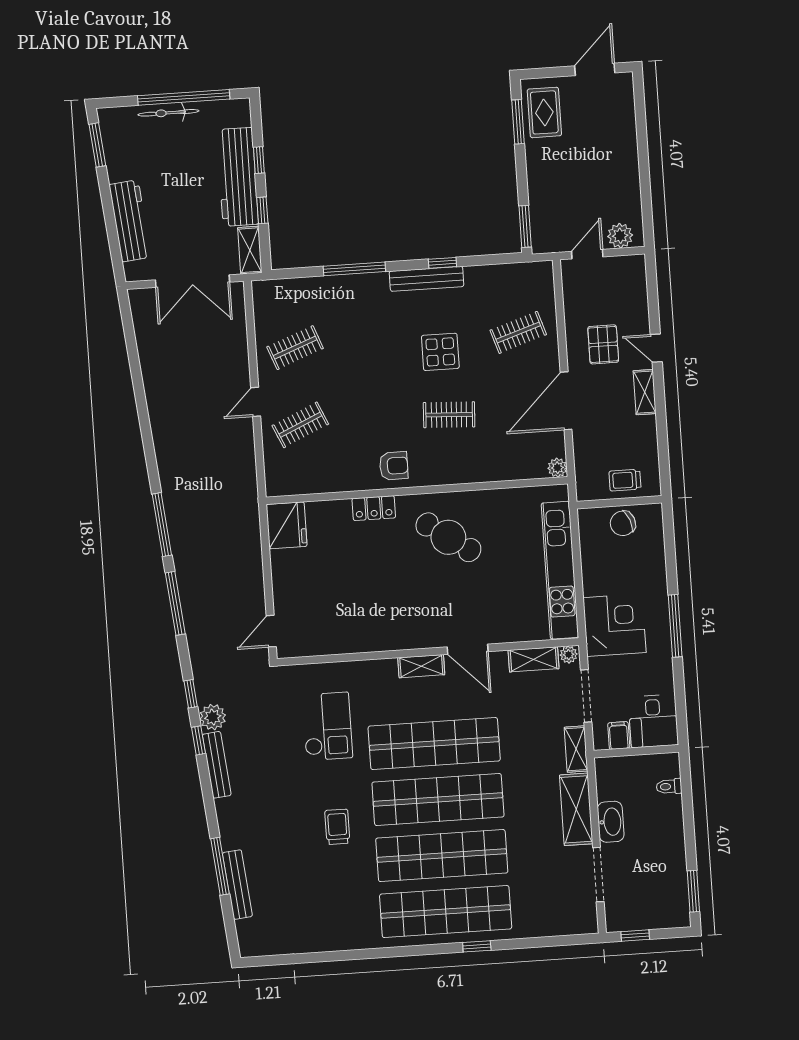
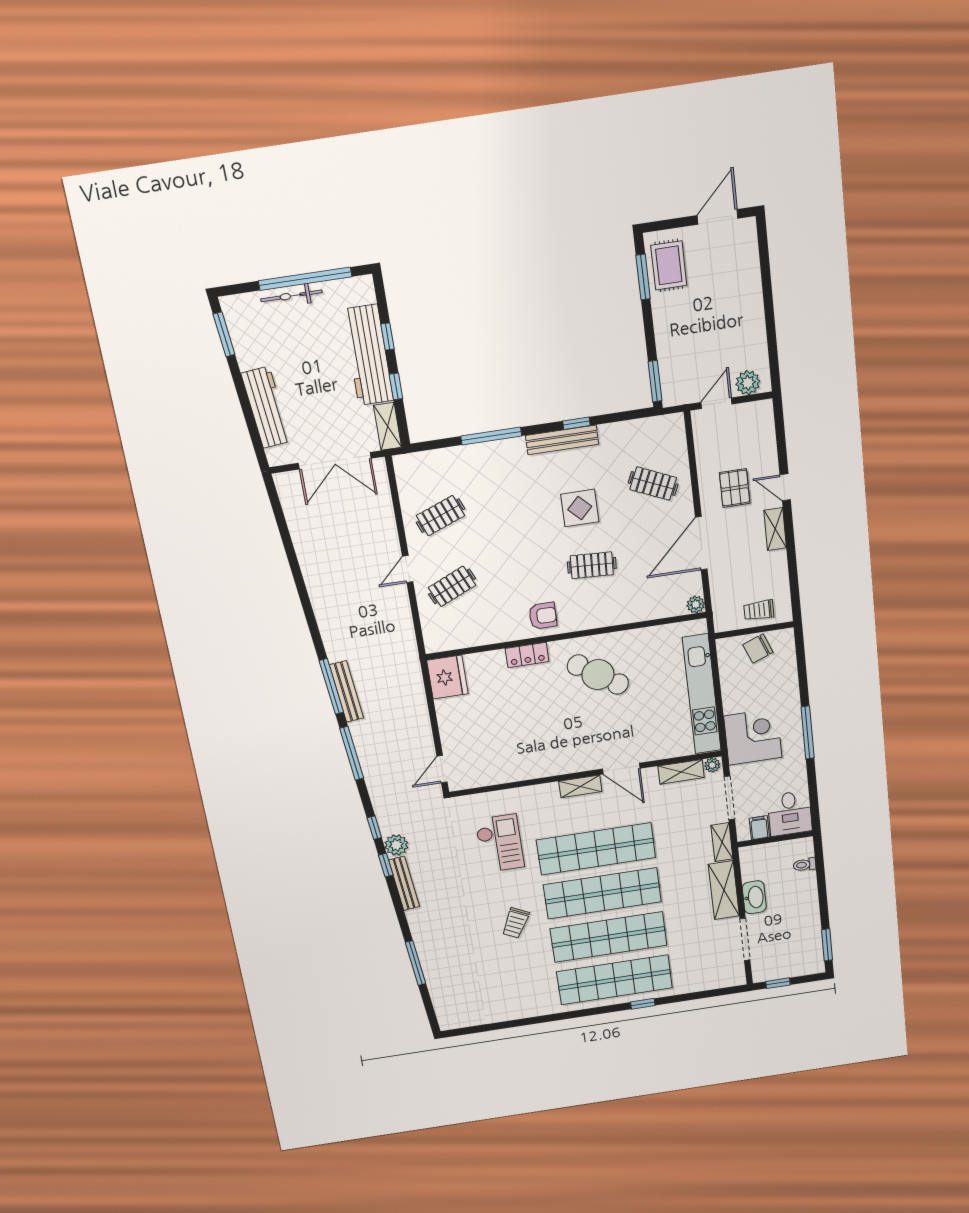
clothes rail: (518, 332) -> (653, 484), turned 42
trolley: (337, 827) -> (516, 923), turned -153
bench: (237, 885) -> (347, 691), moved

